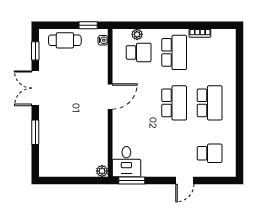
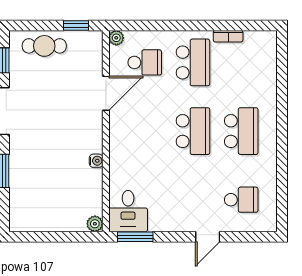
plant: (137, 34) -> (116, 38), moved
water cooler: (103, 40) -> (96, 161), moved
door: (110, 96) -> (106, 93), moved

